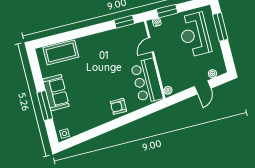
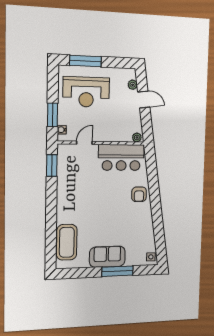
door: (151, 45) -> (84, 143), swing flipped

